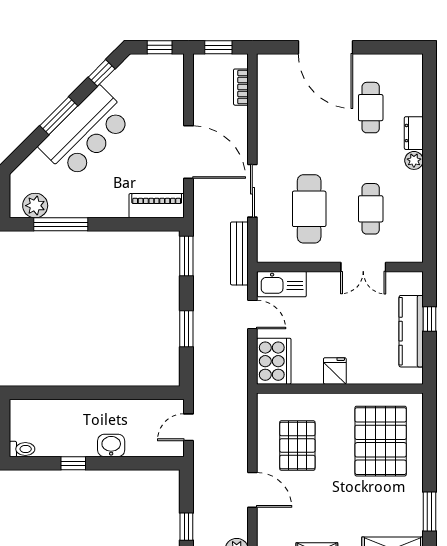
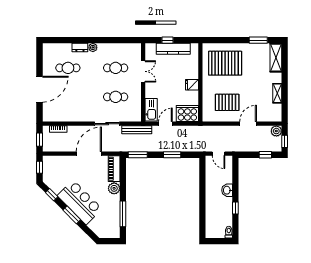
plant: (35, 206) -> (114, 188), moved
cafe table: (309, 209) -> (116, 97), width x0.73, depth x0.74

